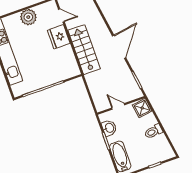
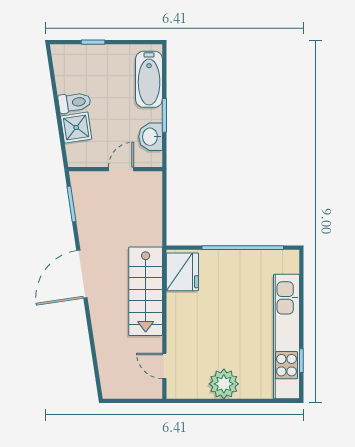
fridge: (59, 37) -> (182, 272), moved
door: (118, 106) -> (121, 169), swing flipped
shower: (142, 108) -> (76, 128), moved

